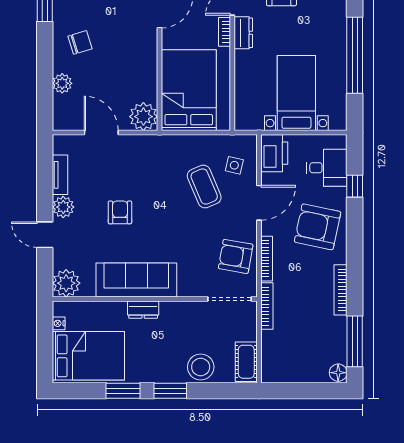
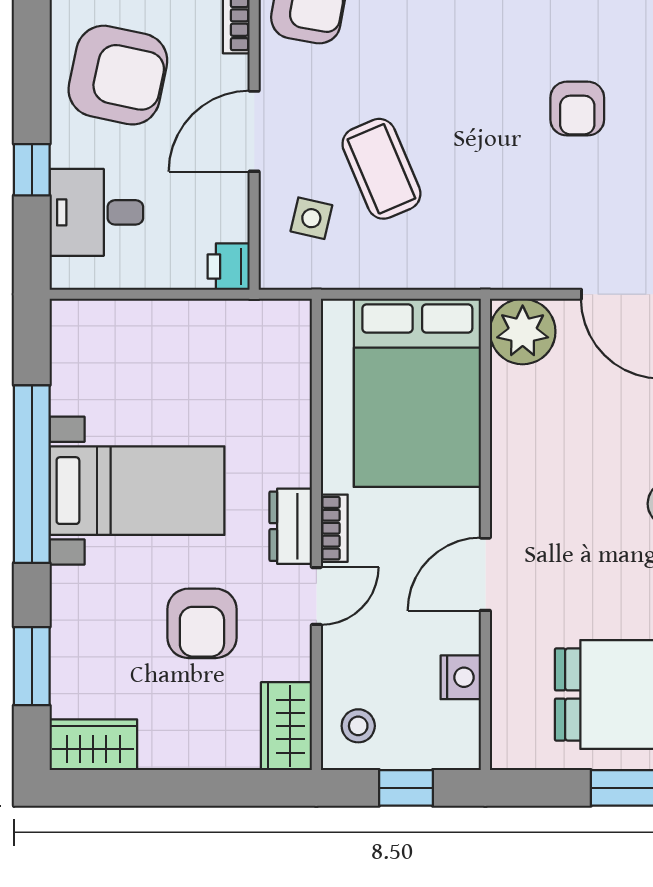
bed with nightstands: (296, 93) -> (137, 491), moved, turned -90
printer: (274, 153) -> (229, 266), width x0.53, depth x0.68

